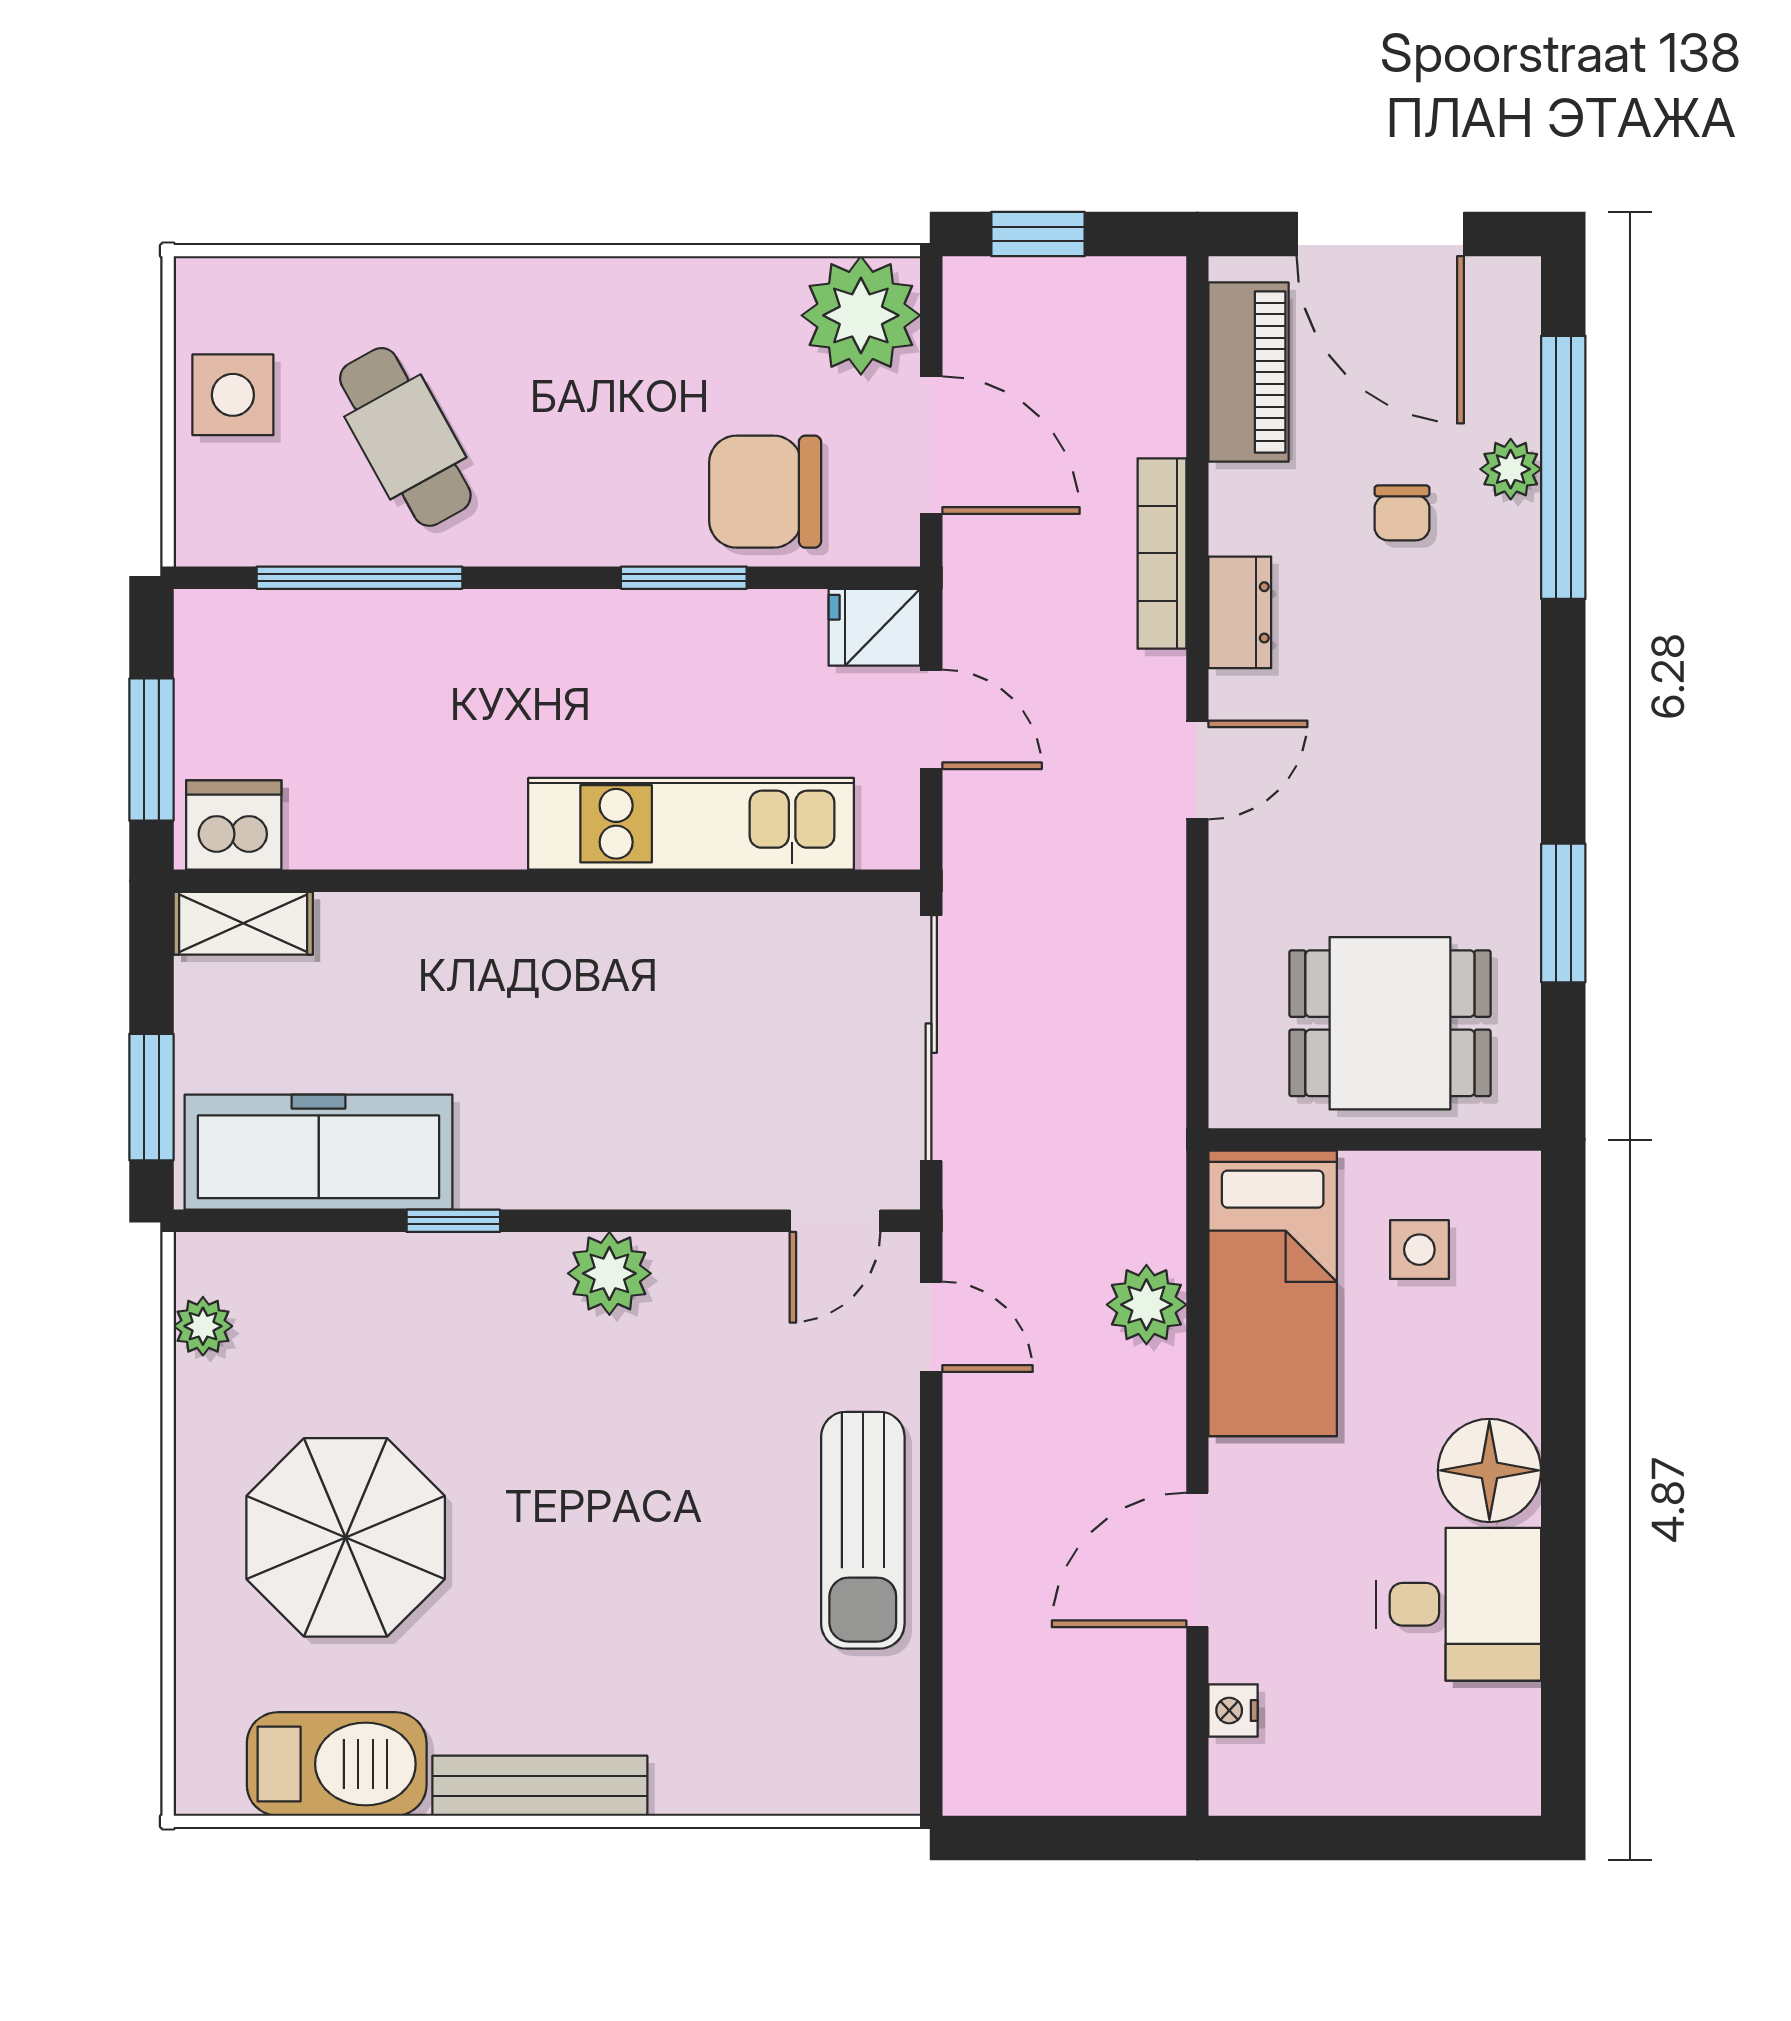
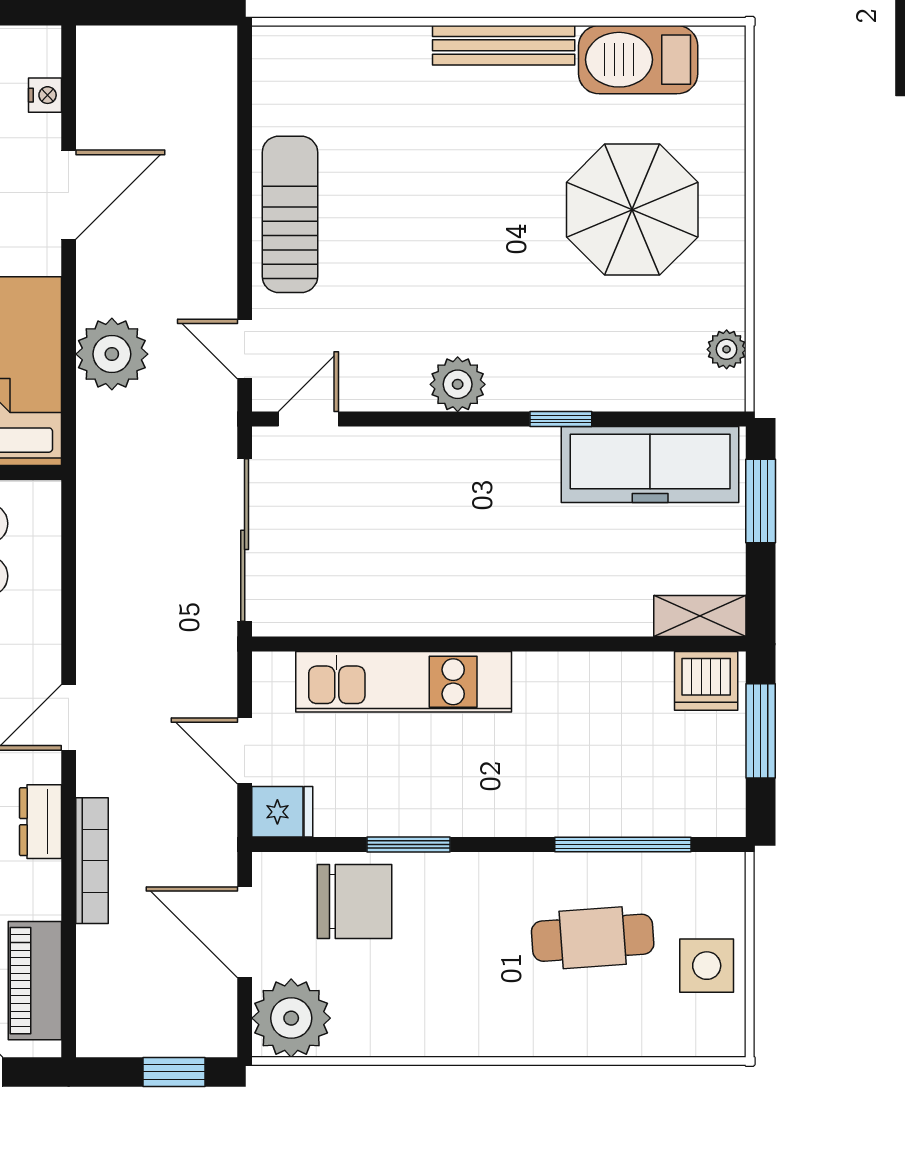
cafe table: (405, 437) -> (593, 938), turned -65
plant: (1146, 1305) -> (112, 354), width x1.36, depth x1.36

